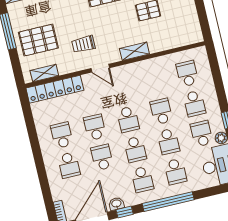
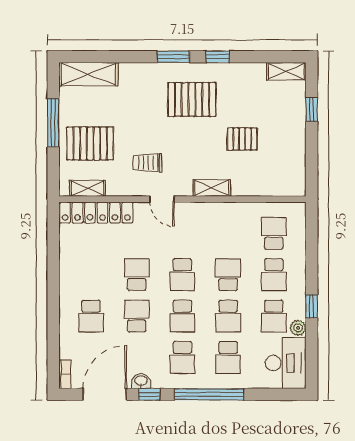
school desk: (202, 134) -> (274, 316), turned 180
school desk: (62, 135) -> (91, 275), removed

